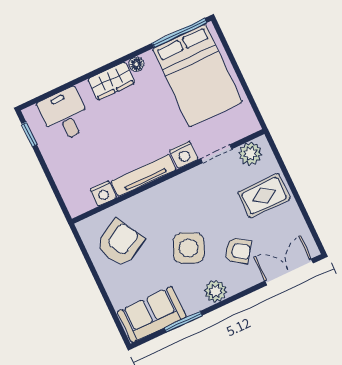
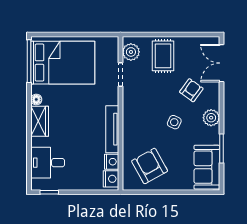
nightstand: (184, 155) -> (111, 179), moved
side table: (189, 248) -> (174, 122), width x0.54, depth x0.54

